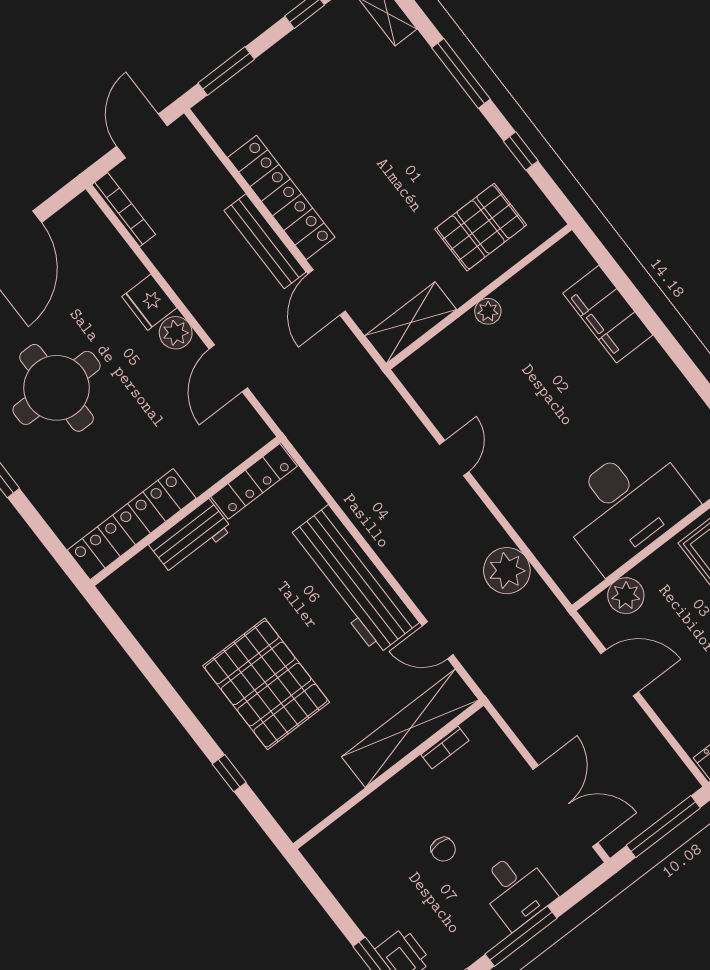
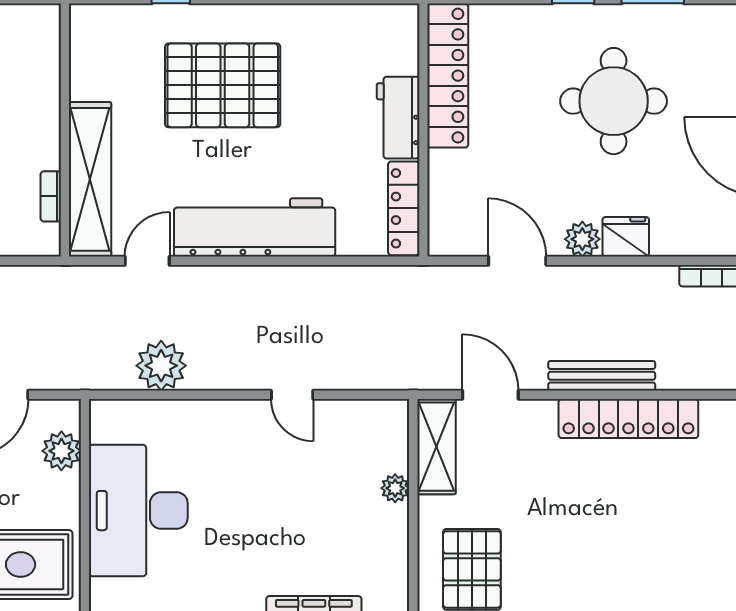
door: (327, 292) -> (490, 395), moved
plant: (488, 311) -> (395, 488), moved

